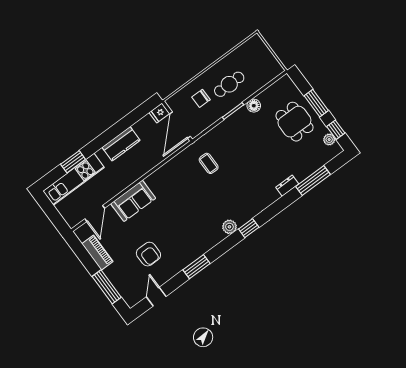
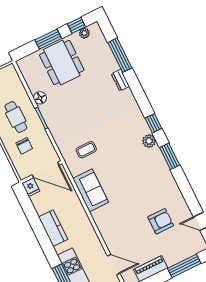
dining table: (294, 122) -> (62, 62), width x1.38
sofa: (133, 201) -> (91, 190), moved
window: (197, 267) -> (170, 156), moved

